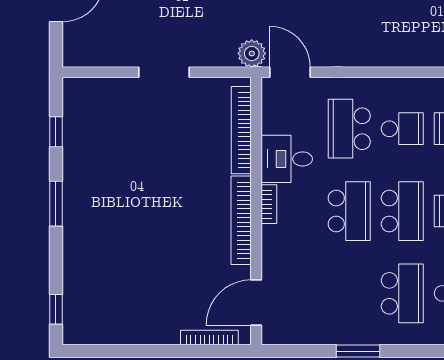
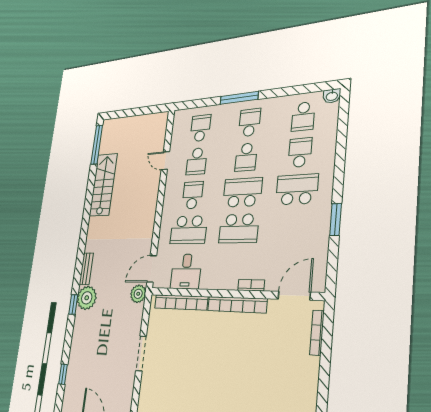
desk: (287, 159) -> (186, 271), moved
bookcase: (269, 204) -> (251, 285), moved
school desk: (349, 211) -> (239, 229), turned 180
door: (256, 302) -> (294, 296), swing flipped

